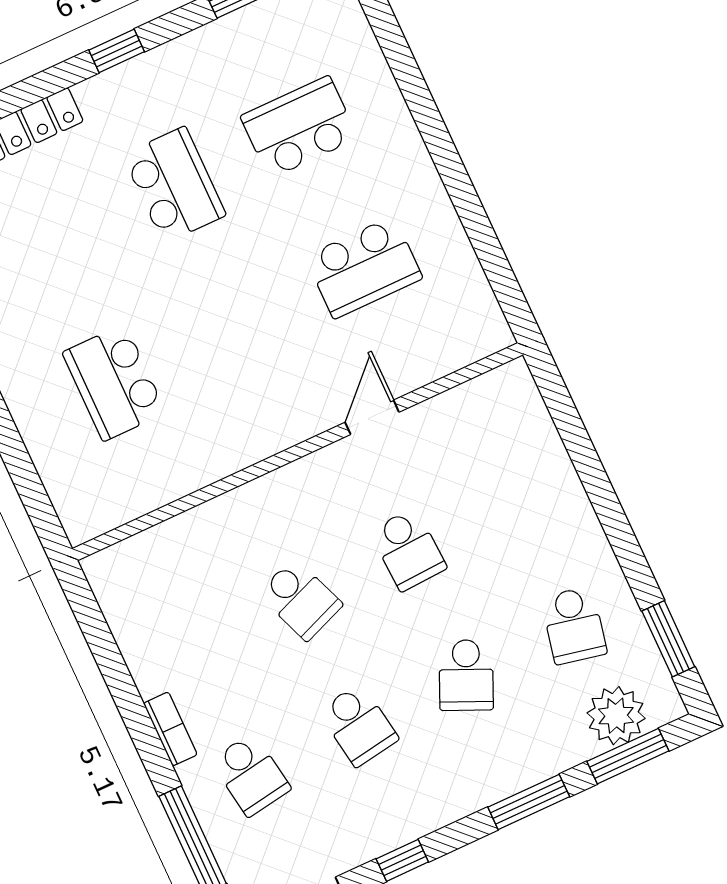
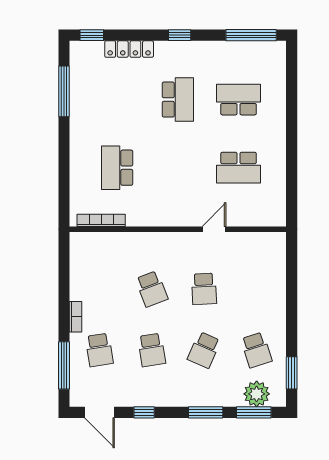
bookcase: (131, 506) -> (101, 220), added
school desk: (574, 625) -> (256, 350), turned -30

